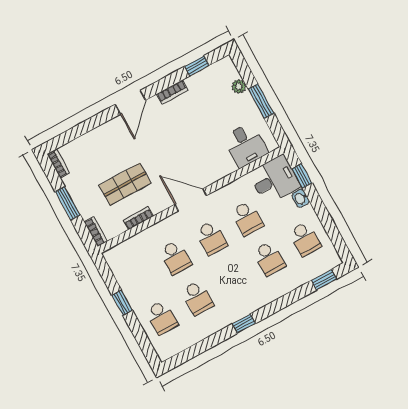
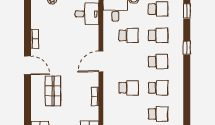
window: (197, 66) -> (27, 17), removed
shop shelf: (125, 184) -> (53, 91), moved
school desk: (211, 238) -> (158, 62), moved
window: (244, 324) -> (187, 48), moved

